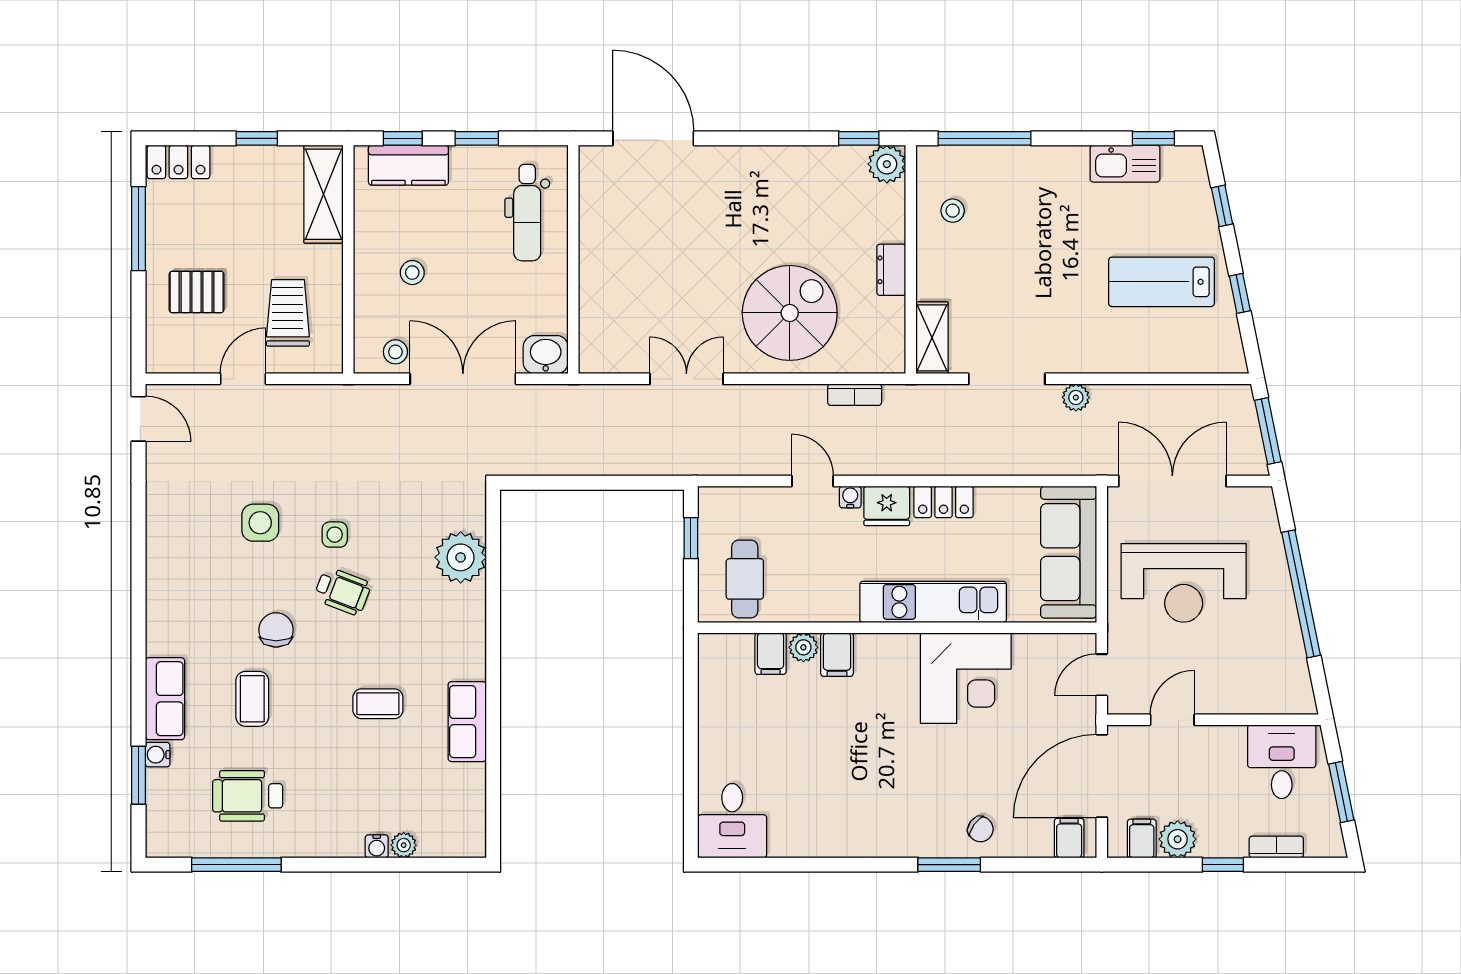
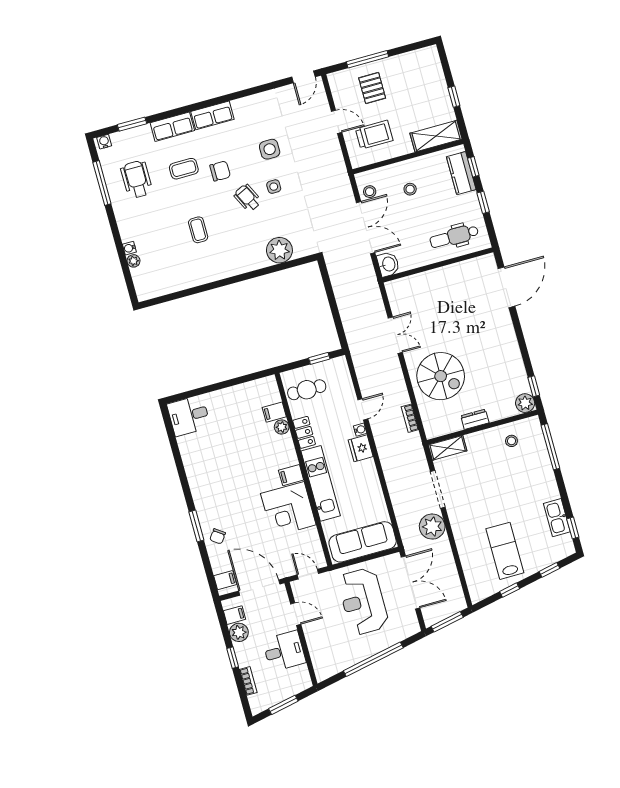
locker: (178, 162) -> (432, 62), removed
window: (139, 229) -> (367, 59), moved
plant: (1076, 397) -> (432, 527), width x1.88, depth x1.88
locker: (943, 502) -> (304, 432), moved, turned 180
wheelchair: (342, 591) -> (248, 198), turned 133
filing cabinet: (837, 655) -> (291, 475), moved
row of seats: (467, 722) -> (212, 115), moved, turned 180
water cooler: (158, 755) -> (104, 142), moved
desk: (1282, 762) -> (284, 651), moved

